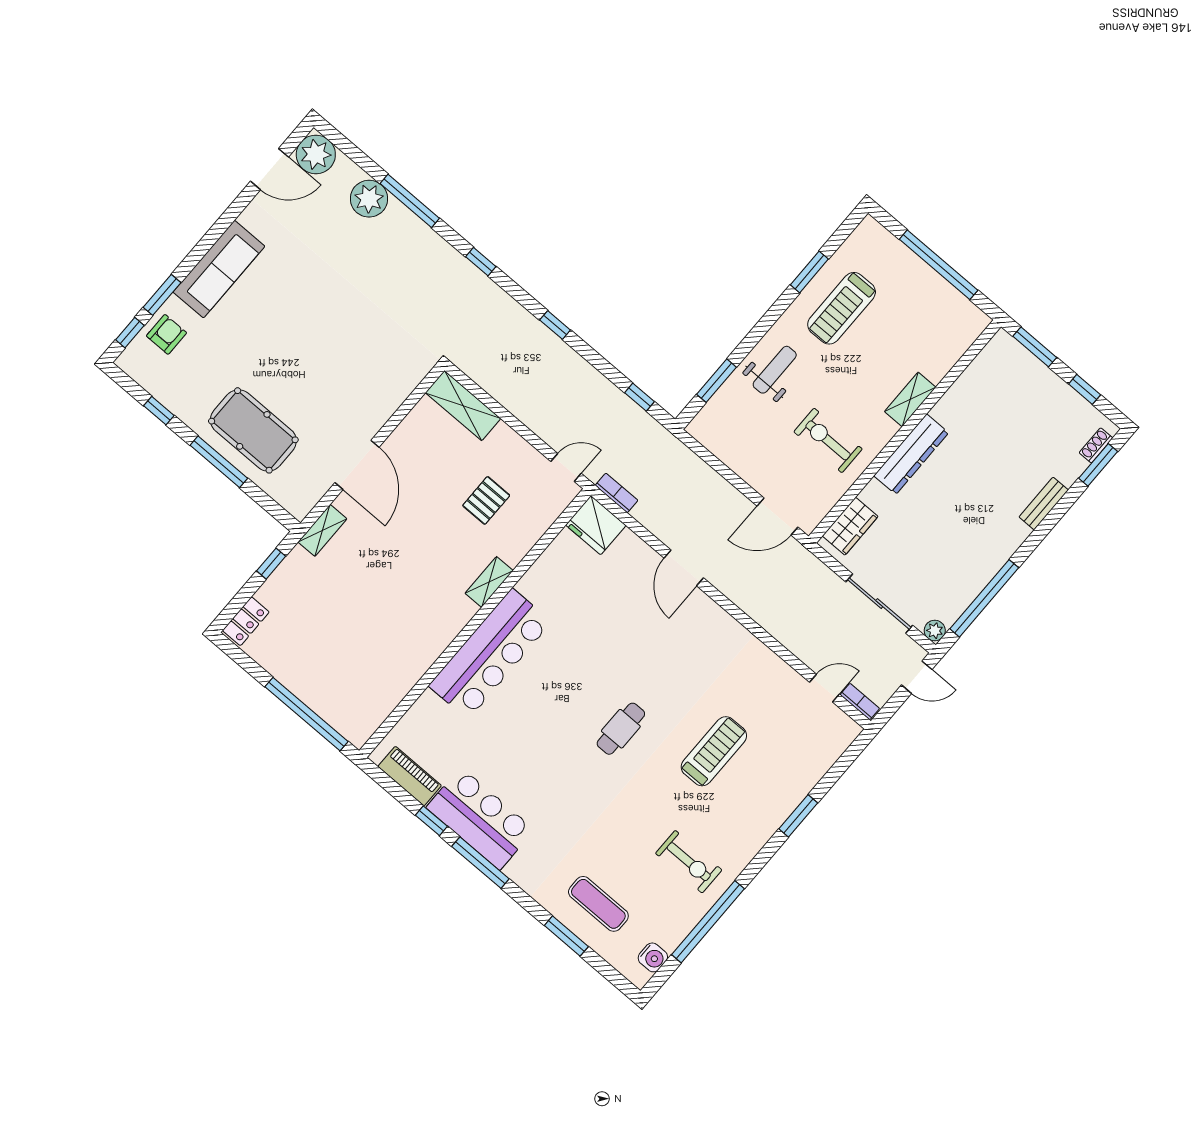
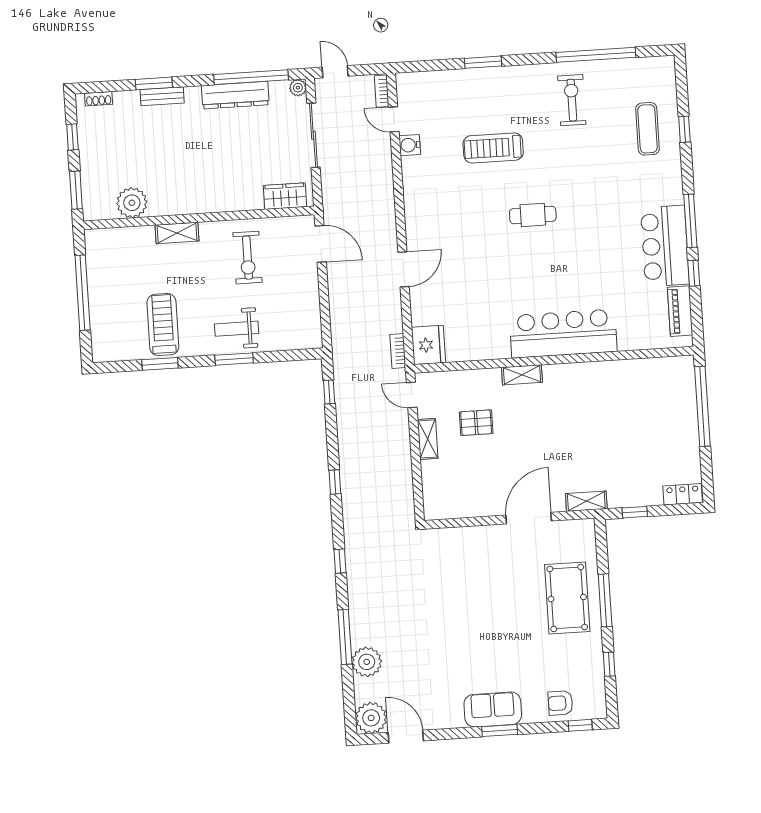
sofa: (219, 269) -> (493, 709), width x0.73
window: (162, 295) -> (500, 731), moved
treadmill: (842, 308) -> (163, 325), turned -90
window: (717, 381) -> (234, 359), moved
plant: (976, 385) -> (132, 203), added
shelving: (463, 406) -> (428, 439), moved, width x0.67, depth x0.75
dresser: (911, 454) -> (235, 95), moved, turned 180
window: (1098, 465) -> (154, 83), moved
window: (566, 936) -> (684, 129), width x0.67
water cooler: (653, 957) -> (410, 145), moved, turned -90

